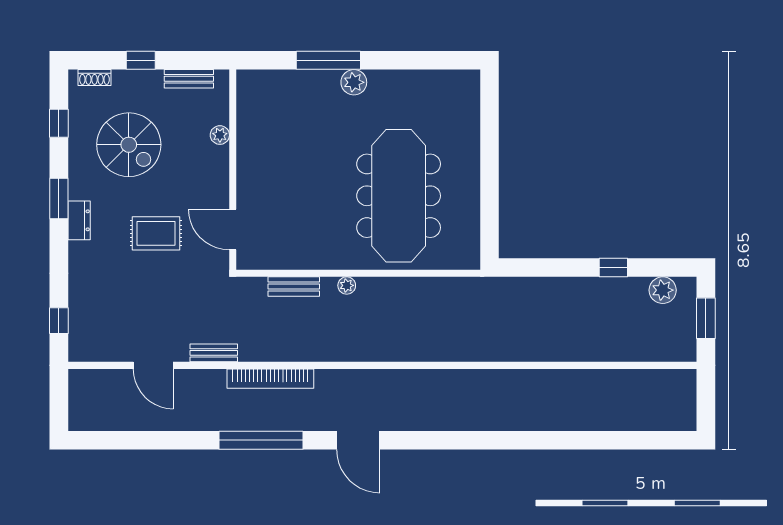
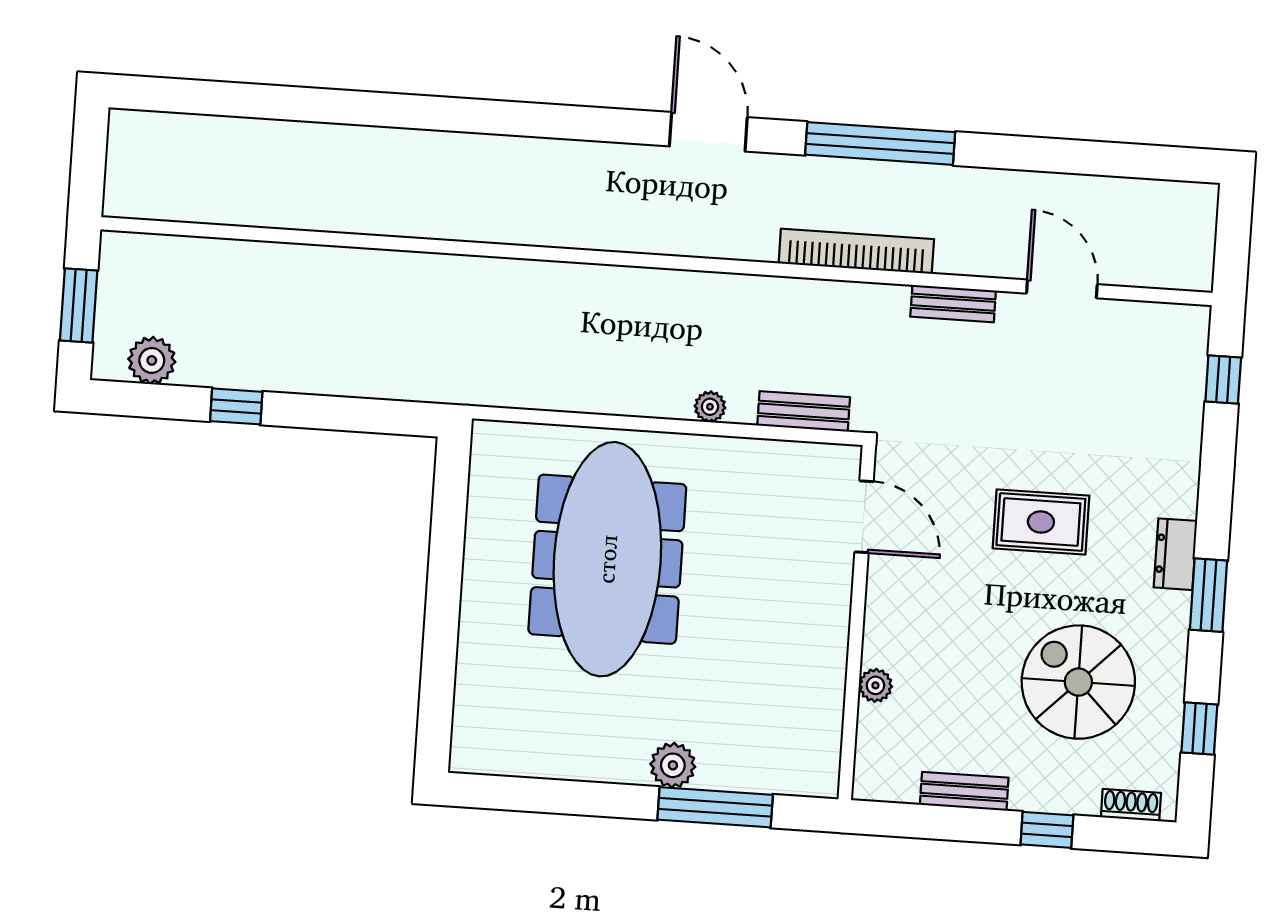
plant: (220, 135) -> (875, 685), moved
wall: (233, 170) -> (857, 623), moved
door: (233, 230) -> (864, 517), moved

